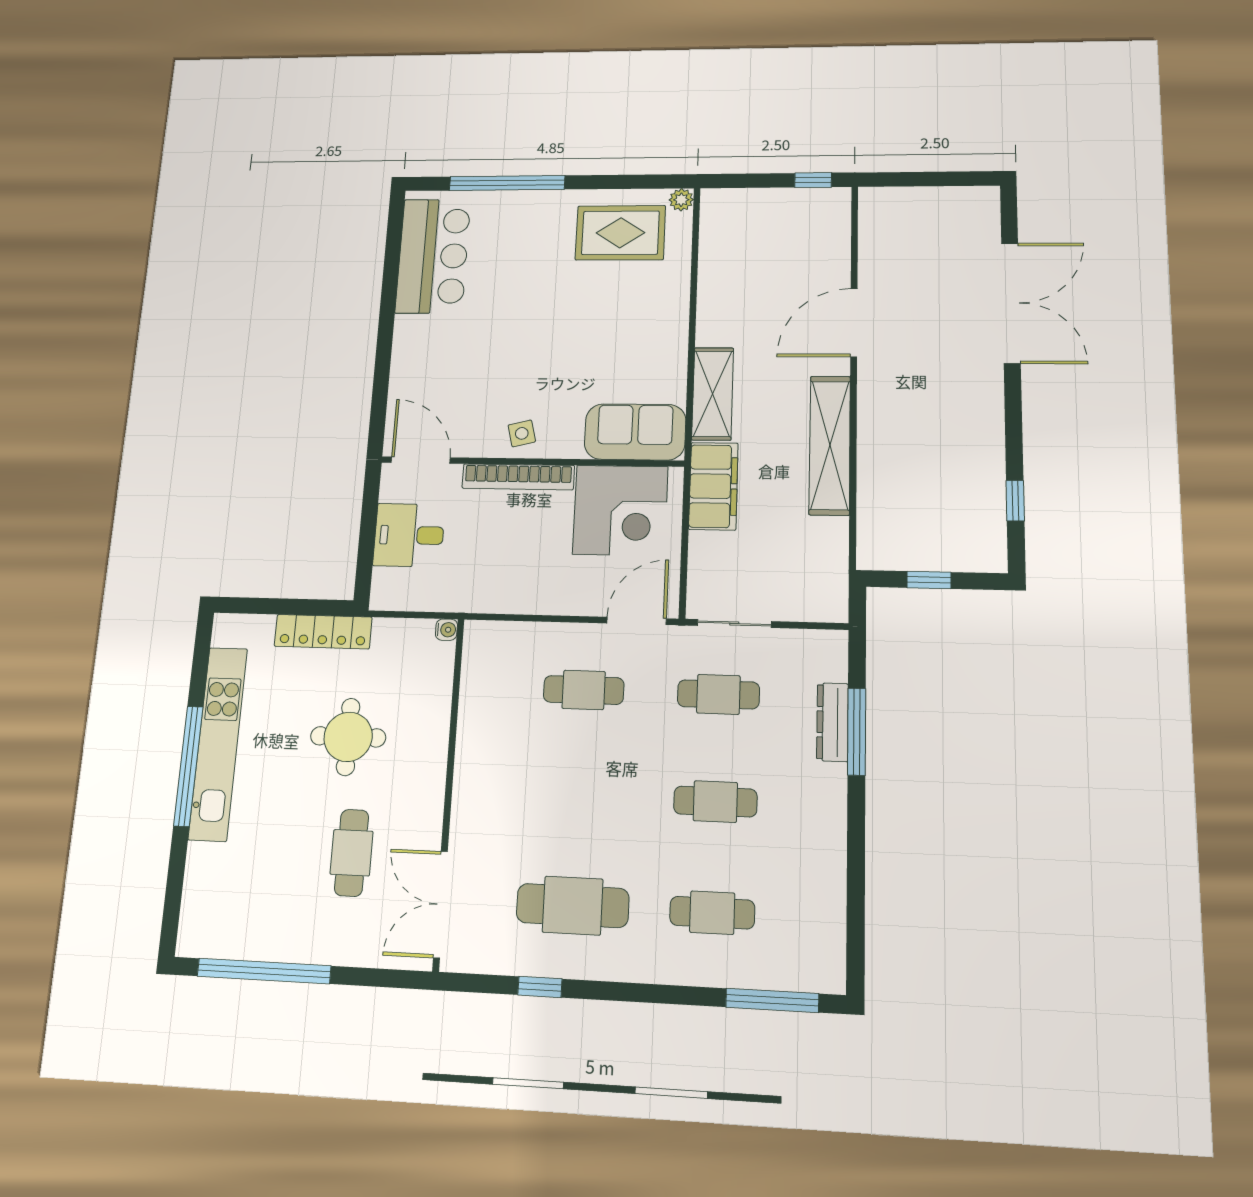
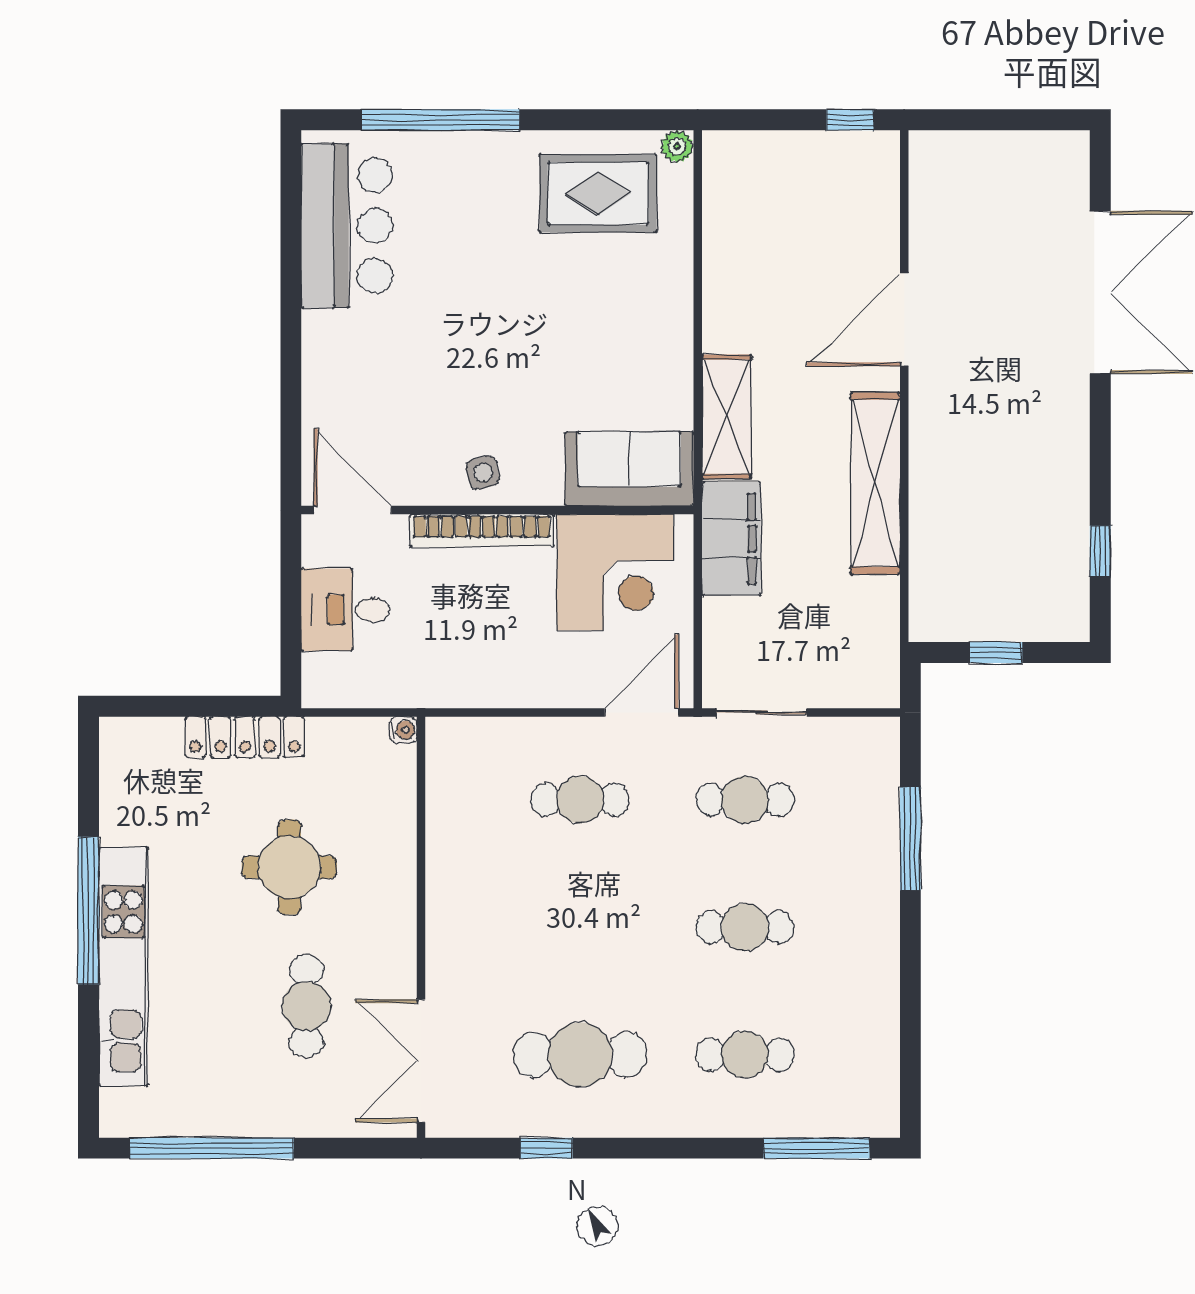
dresser: (832, 722) -> (882, 828), removed
kitchen unit: (218, 743) -> (123, 967), moved

